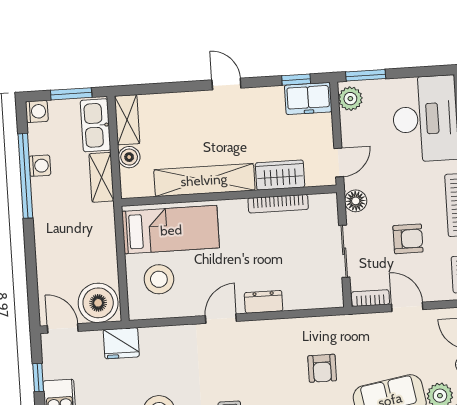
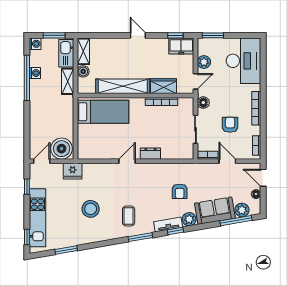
plant: (350, 99) -> (204, 62), moved
armchair: (408, 239) -> (230, 125), turned -90
stool: (159, 279) -> (95, 138), removed
door: (63, 328) -> (42, 161), hinge flipped

